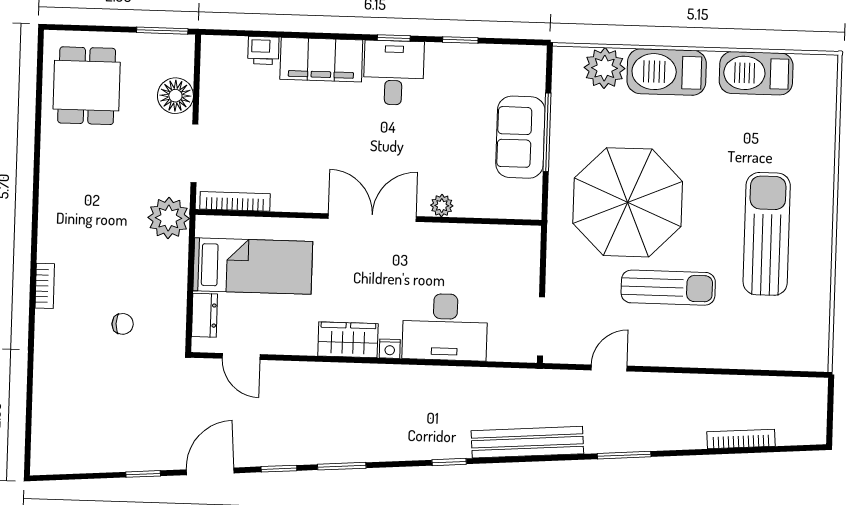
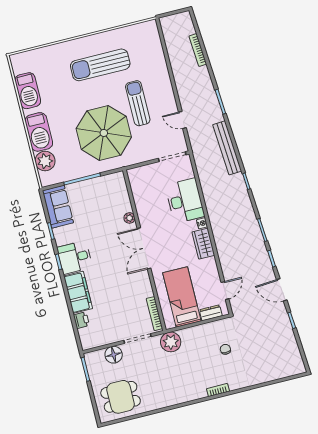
sofa: (520, 137) -> (58, 207), moved, turned -90

